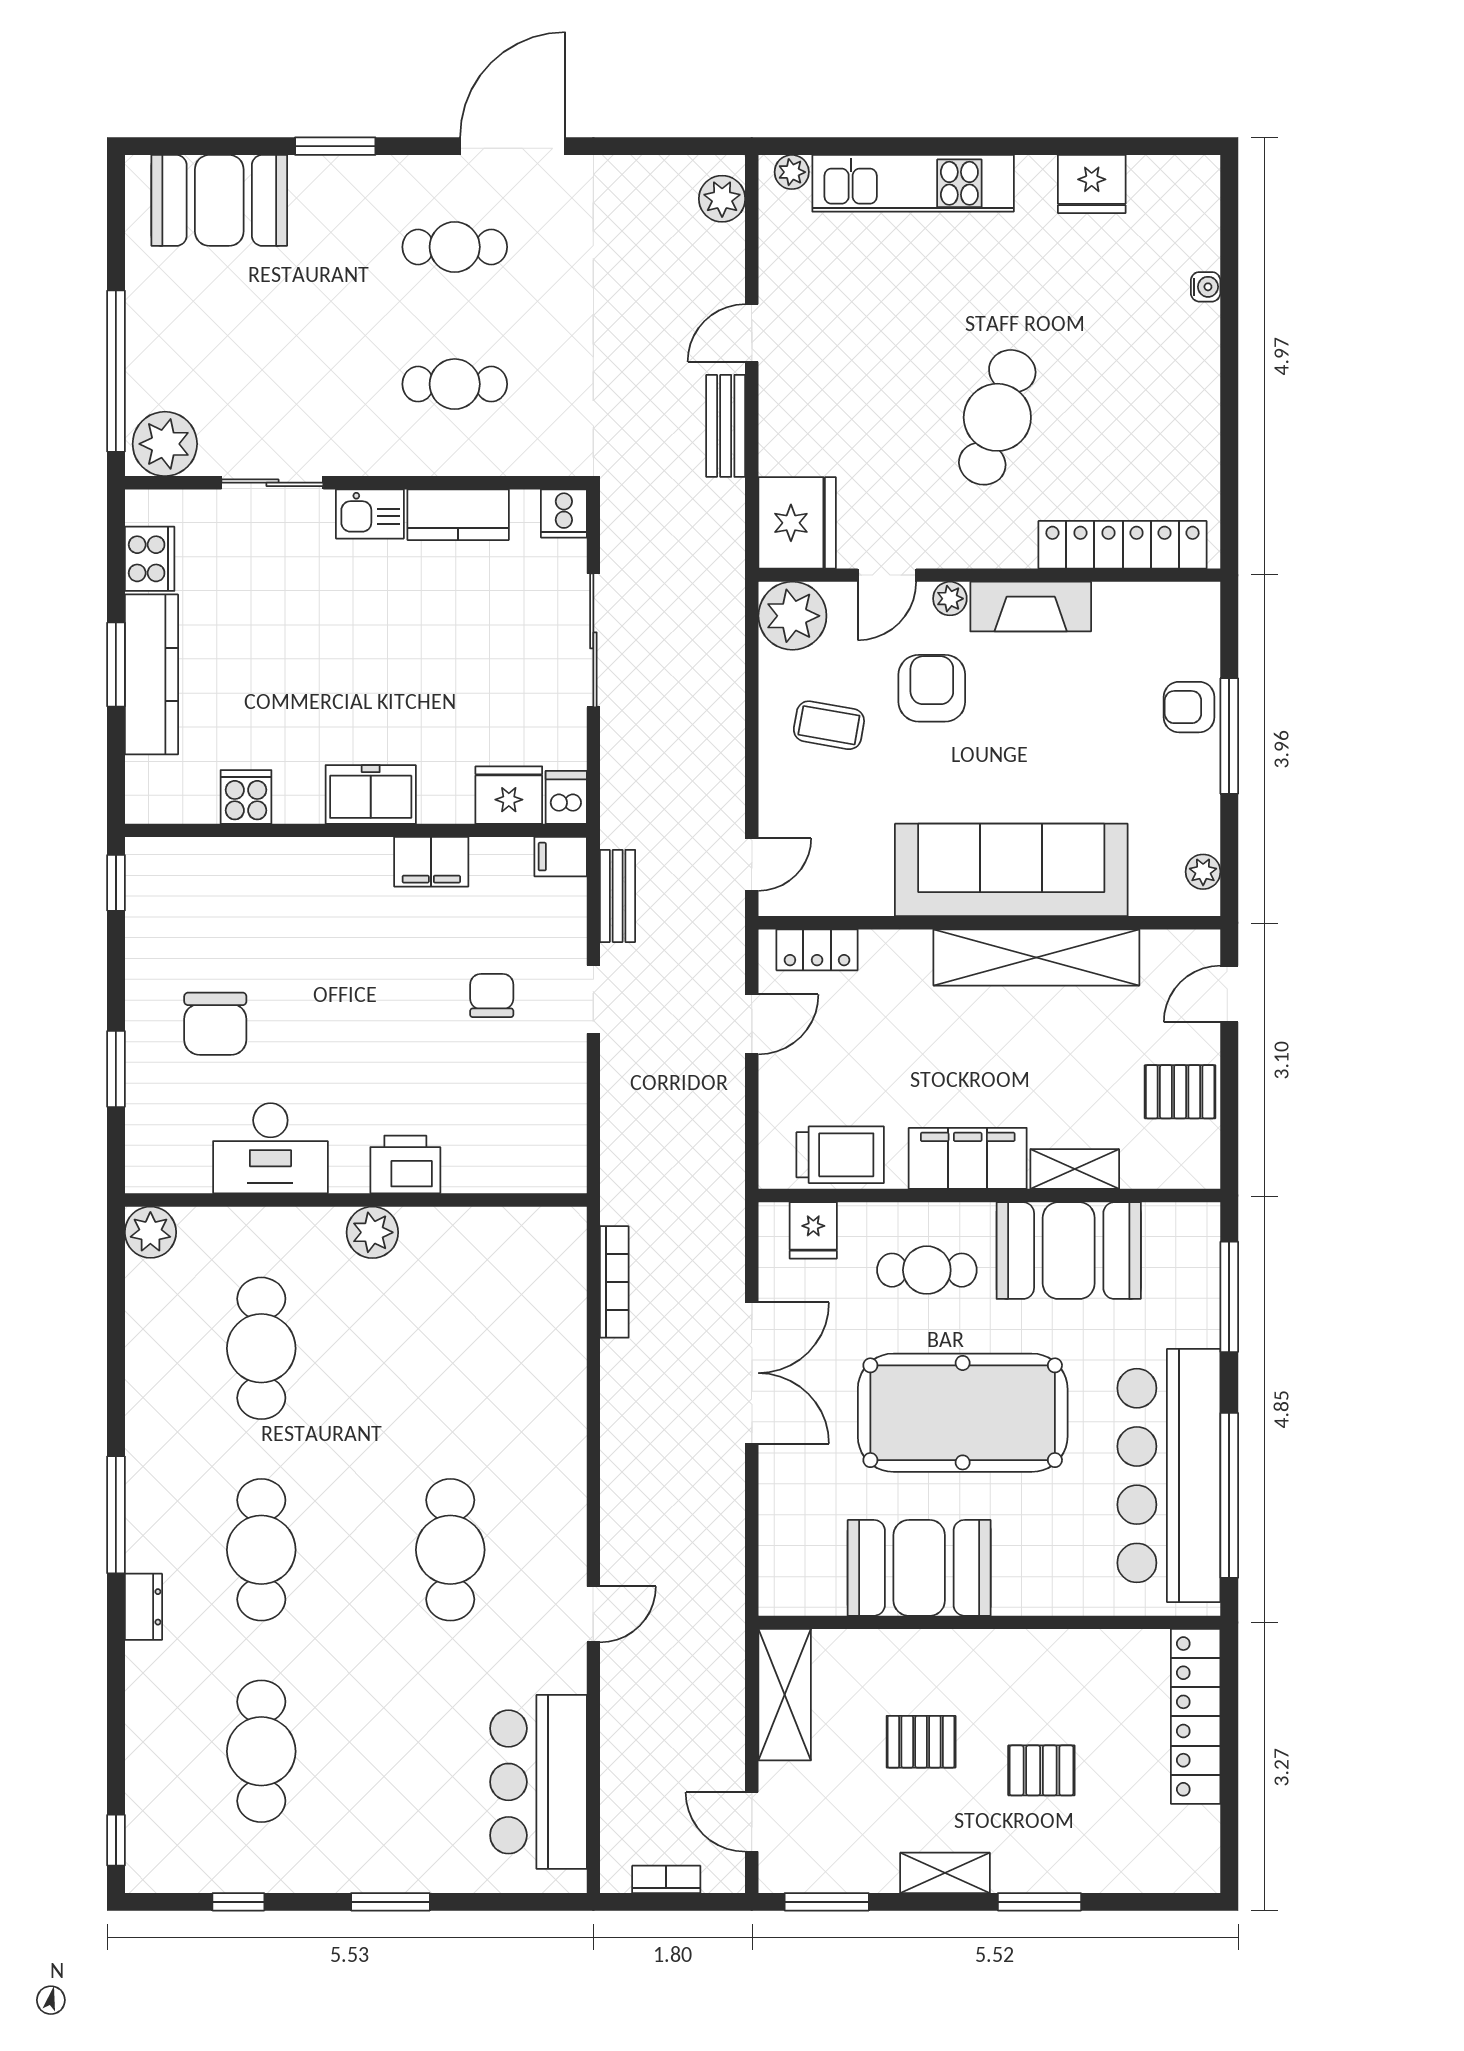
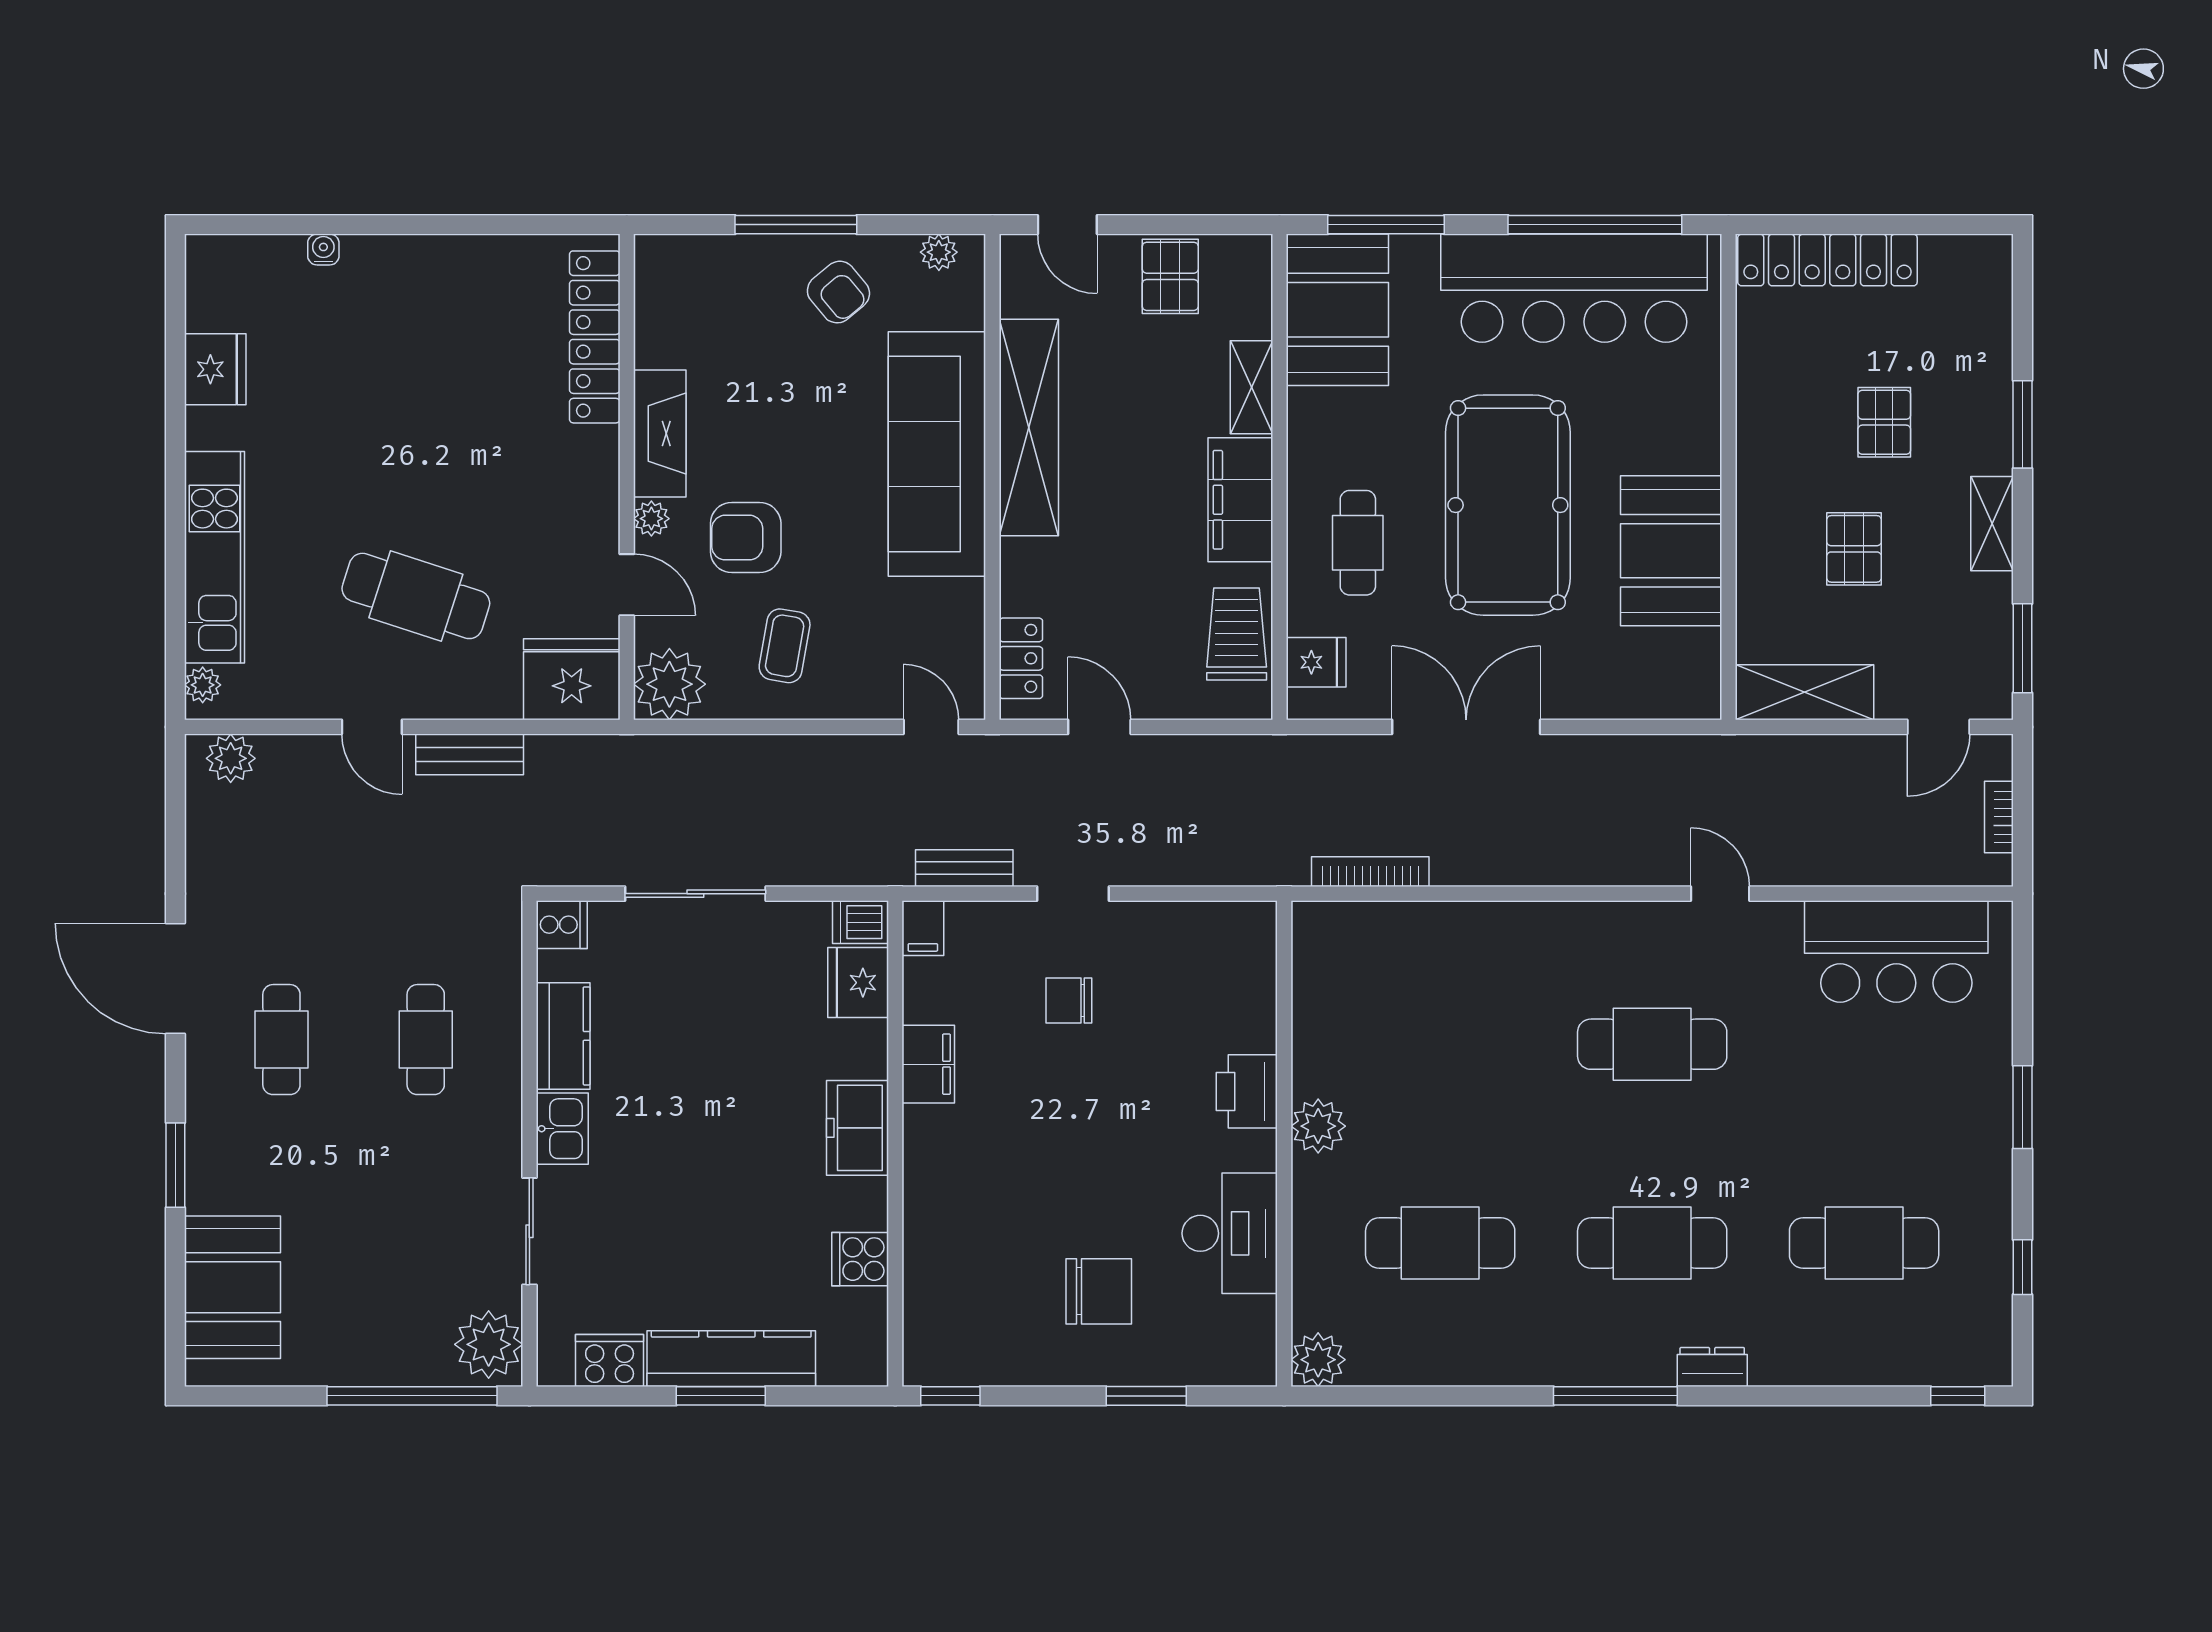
cafe table: (997, 417) -> (416, 596), moved
armchair: (1189, 707) -> (838, 292), moved, turned -40
booth: (1069, 1251) -> (1337, 310), moved

